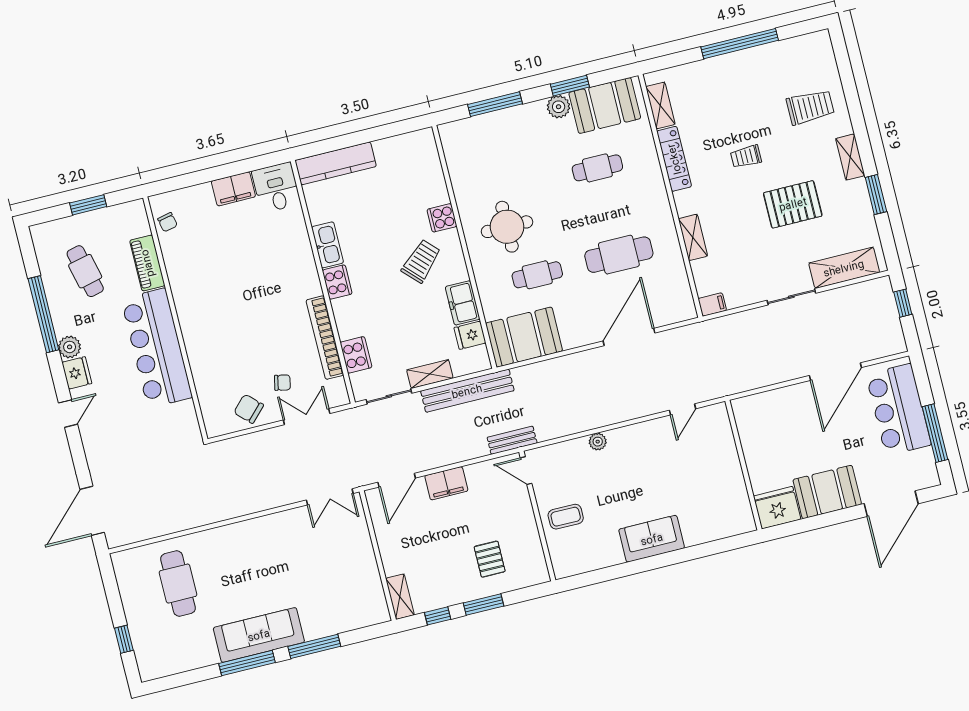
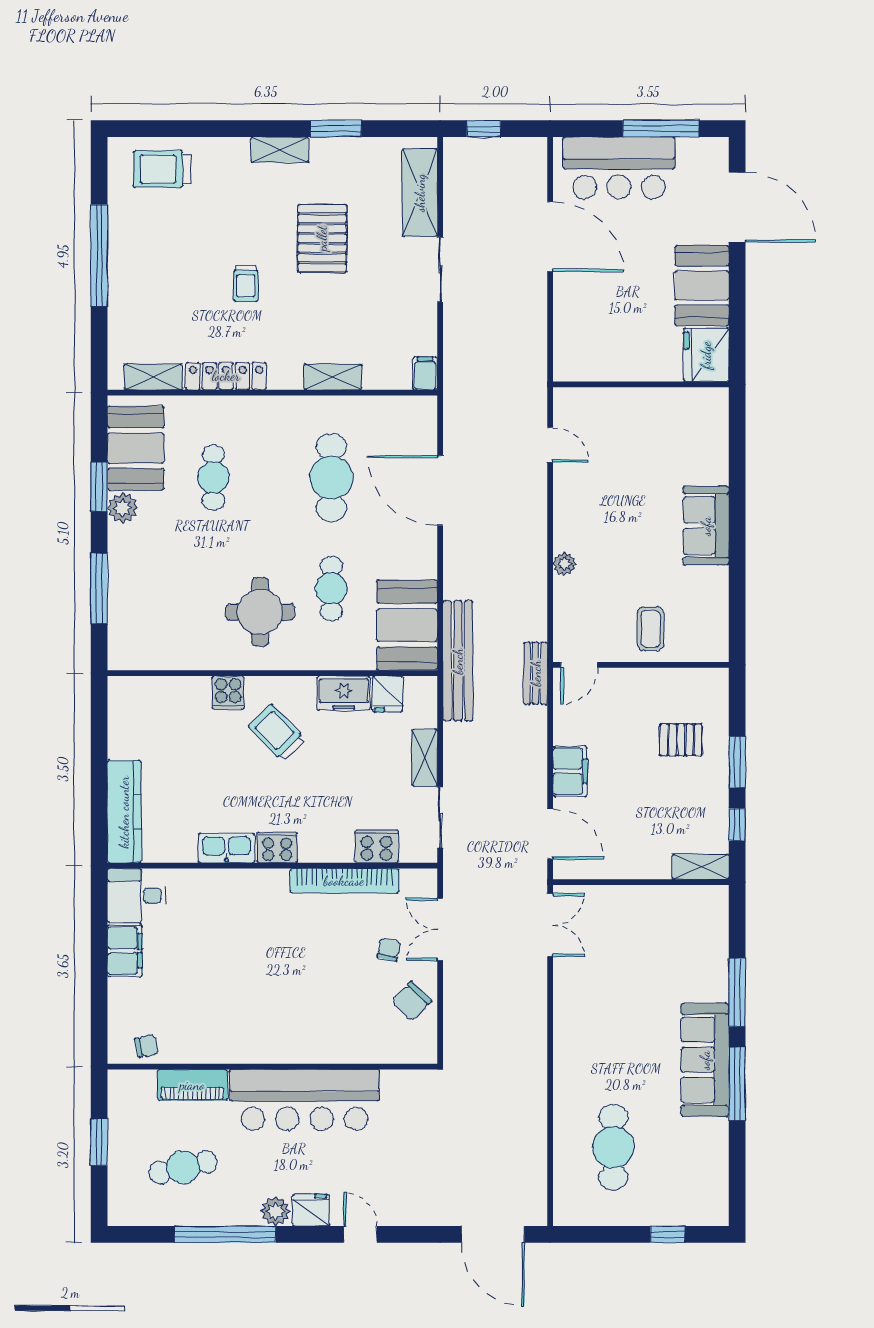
trolley: (810, 107) -> (162, 169), moved, turned -90
bench: (467, 391) -> (458, 661), moved
cafe table: (178, 584) -> (613, 1147), turned 90

